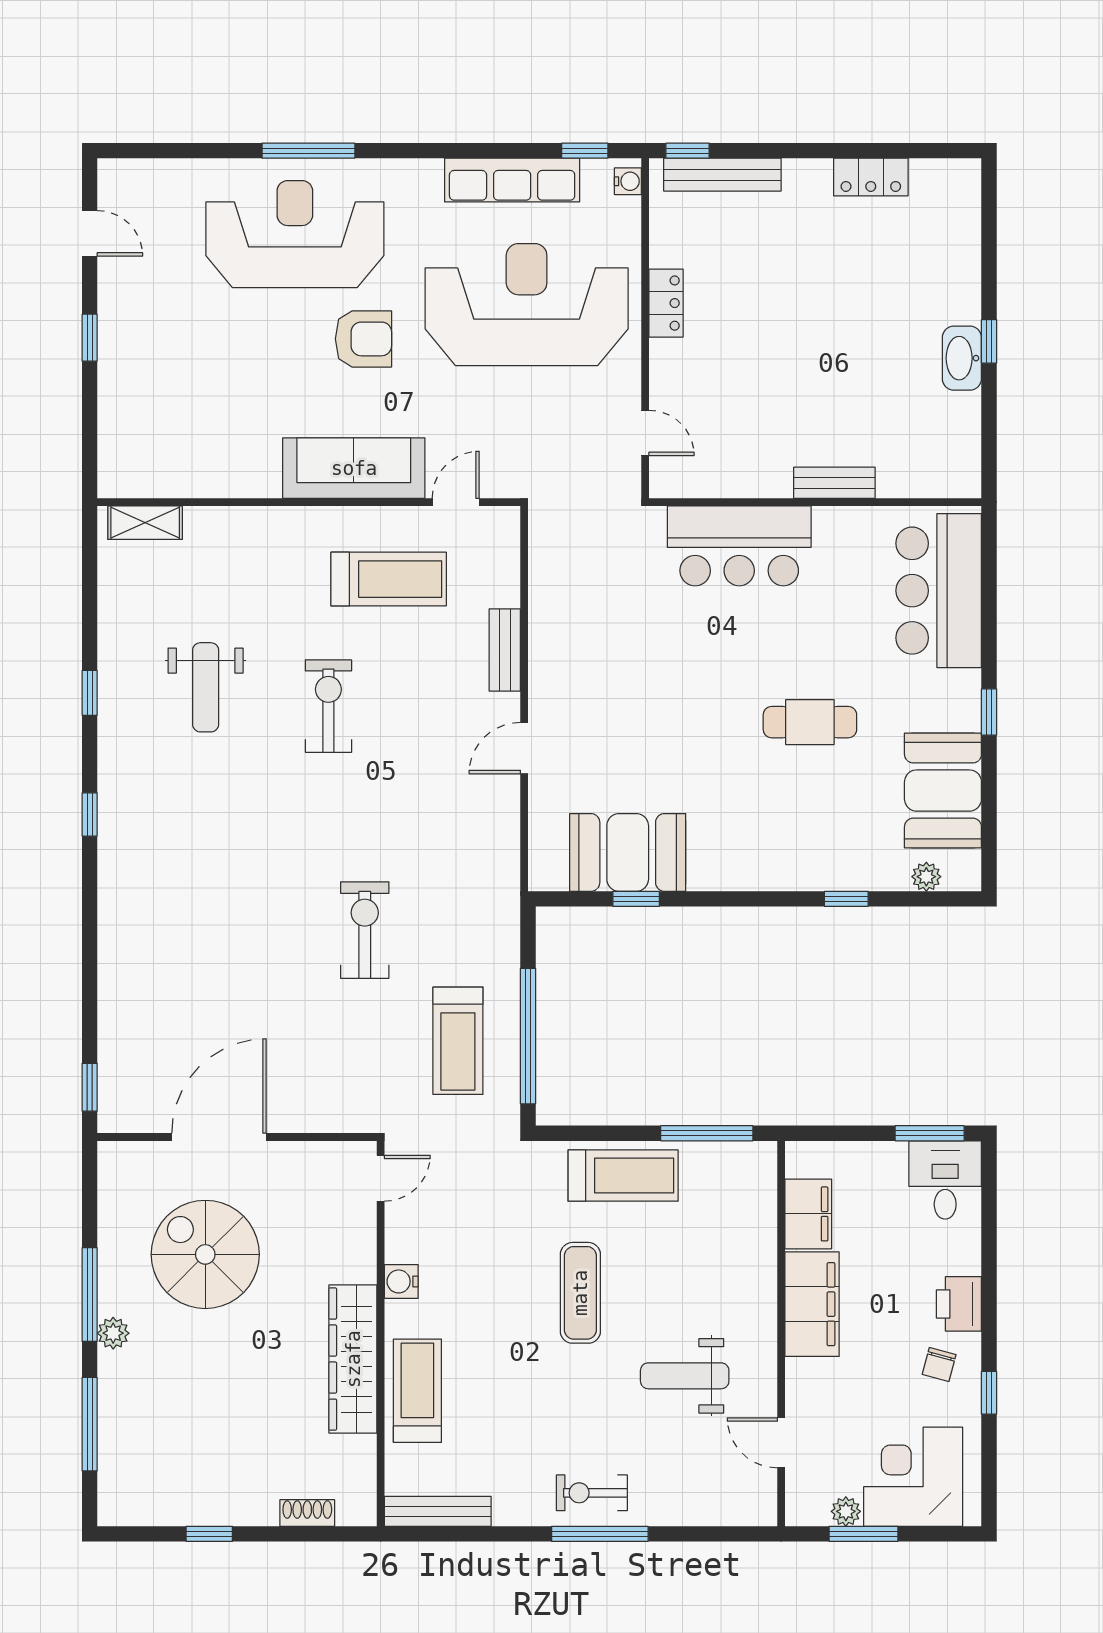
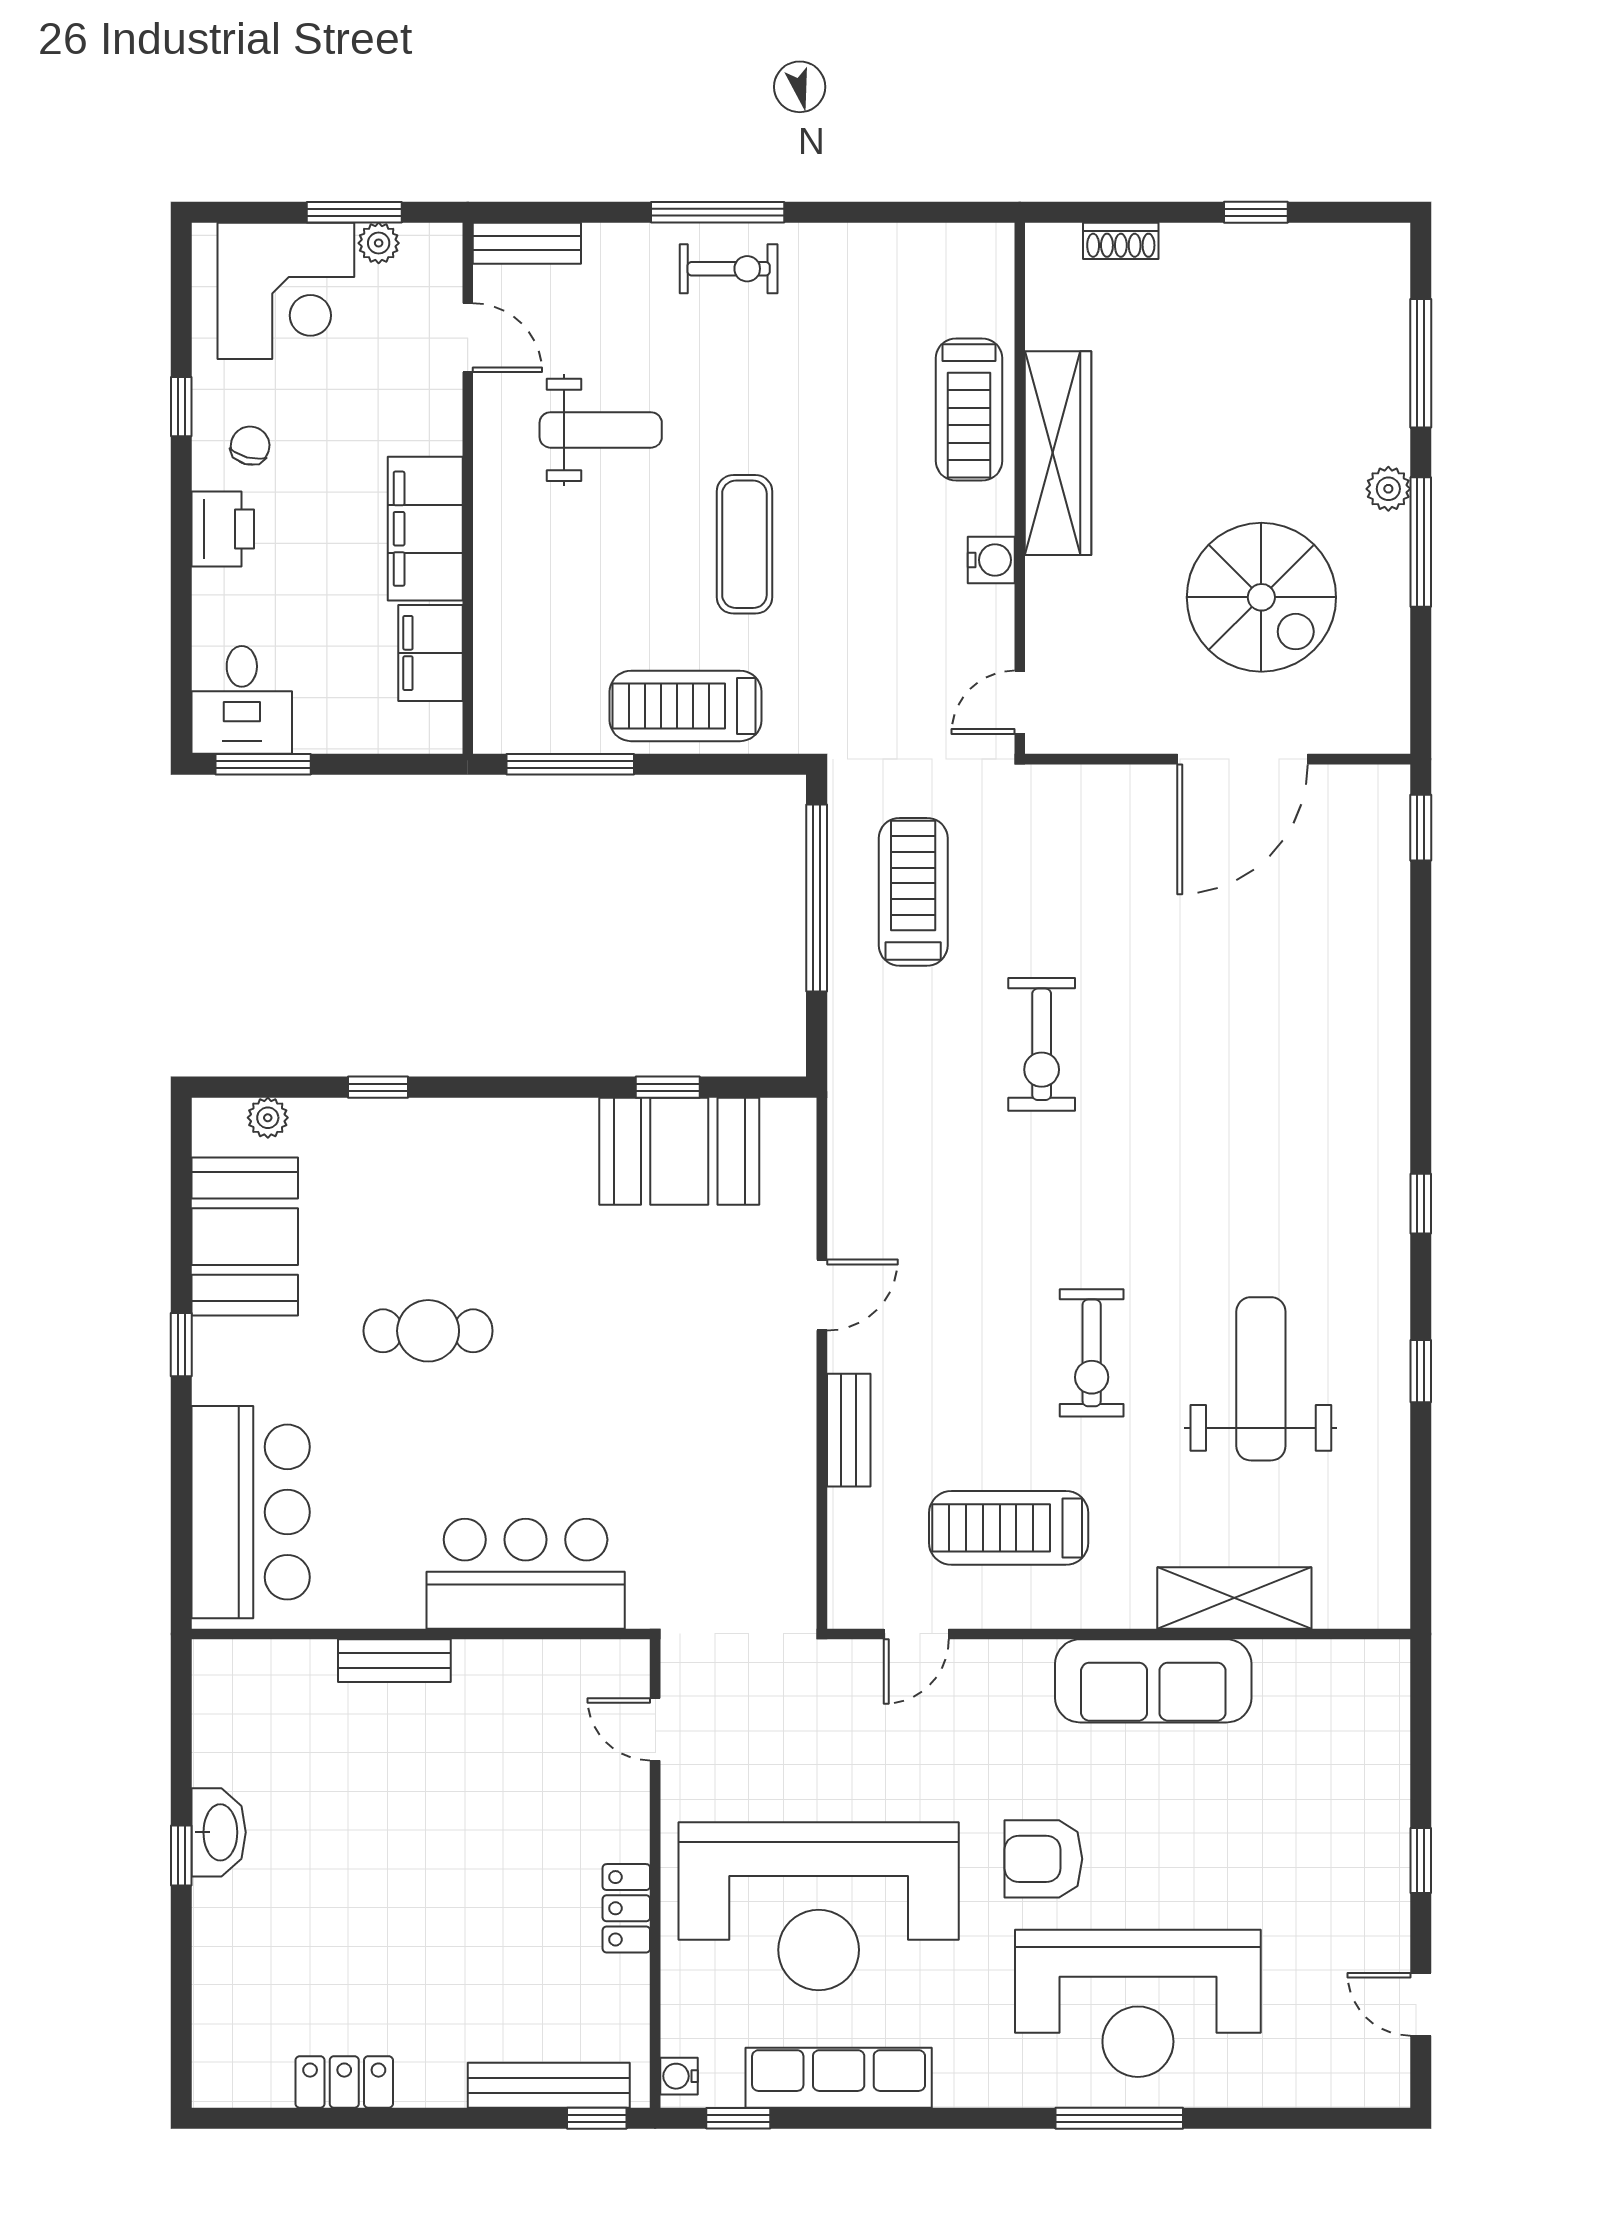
sofa: (354, 468) -> (1153, 1681), moved
shelving: (145, 523) -> (1234, 1598), moved, width x1.50, depth x1.33
weight bench: (206, 687) -> (1261, 1379), width x1.36, depth x1.33
bench: (438, 1511) -> (527, 243), moved, width x0.73

